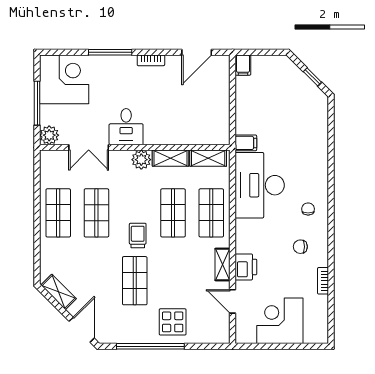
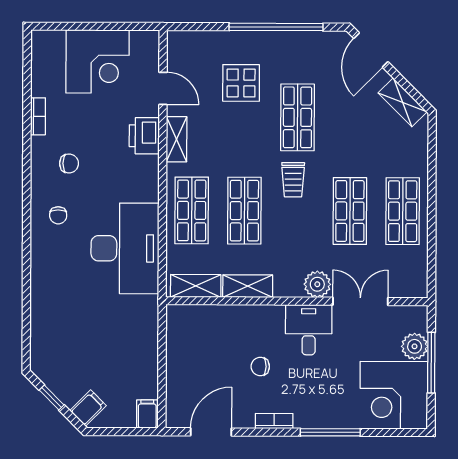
chair: (161, 100) -> (260, 367), added
plant: (49, 135) -> (415, 346), moved
filing cabinet: (246, 143) -> (88, 408), moved, turned 135
plant: (141, 160) -> (317, 284), moved
display table: (173, 322) -> (241, 83), moved

